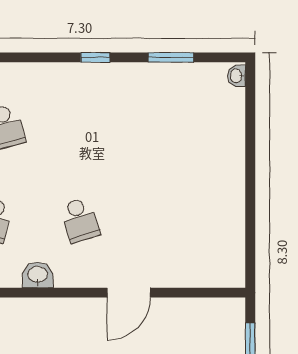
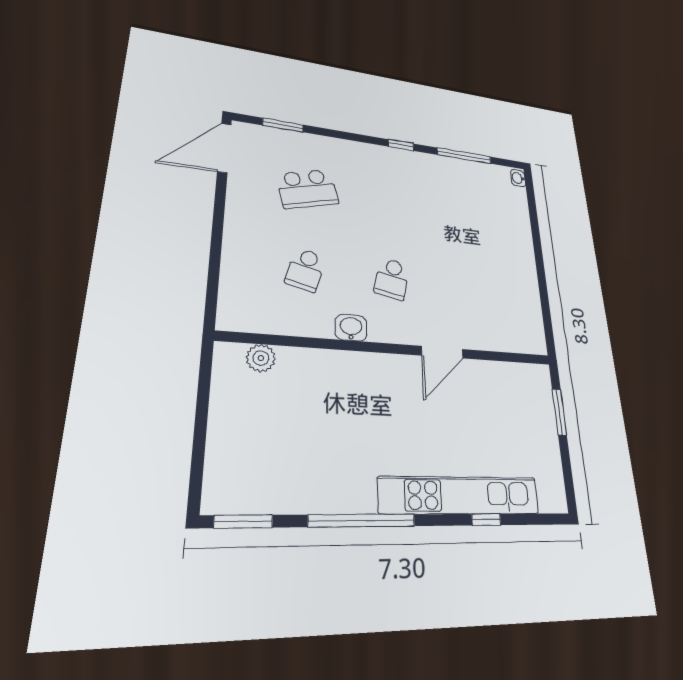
window: (171, 57) -> (464, 156), width x1.44
school desk: (80, 220) -> (392, 279), turned 30

